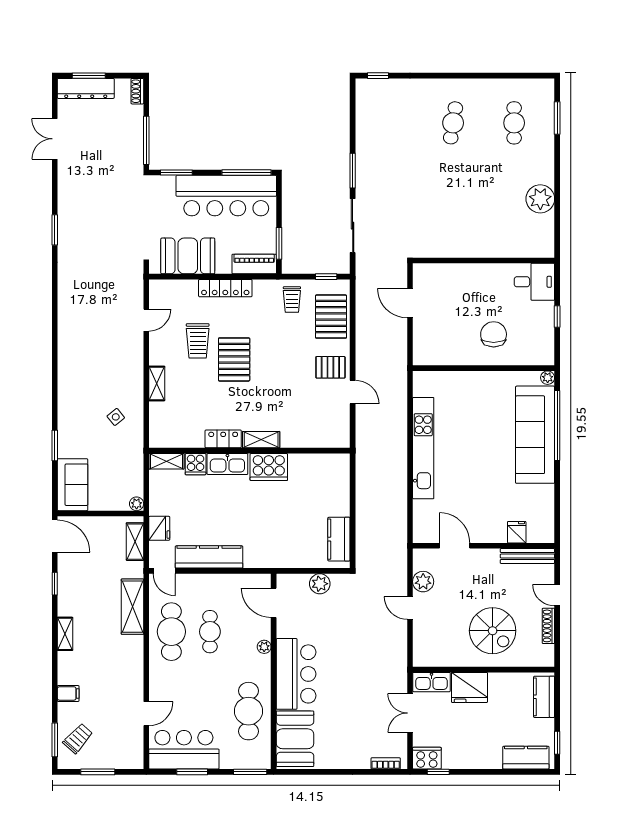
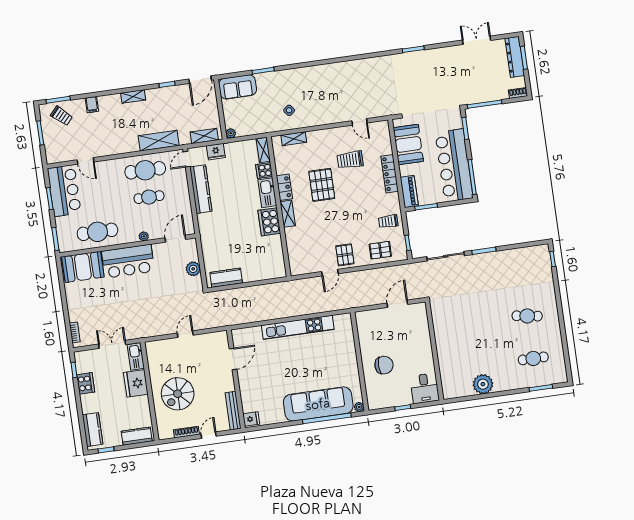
pallet: (331, 317) -> (380, 250), width x0.67, depth x0.71
pallet: (234, 359) -> (322, 185), moved, turned 90
shelving: (157, 383) -> (294, 139), moved
fridge: (517, 532) -> (251, 419), moved
plant: (423, 582) -> (205, 341), removed
cooker: (427, 758) -> (86, 383), moved

